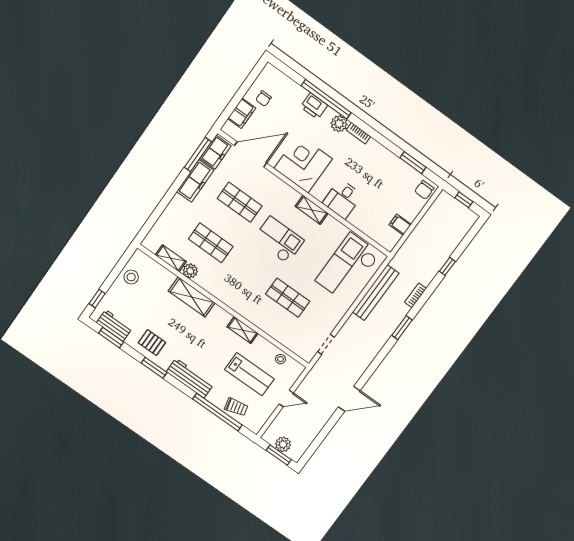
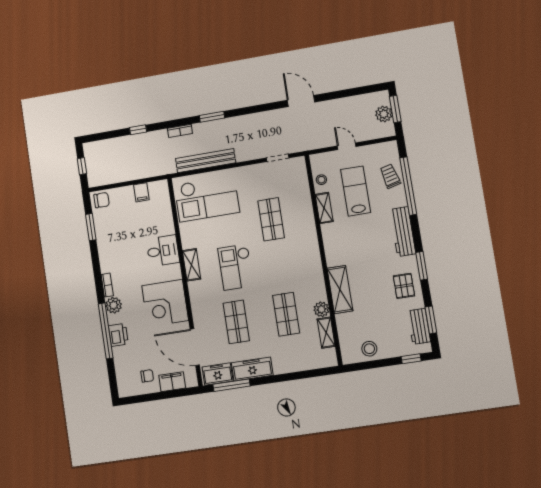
shelving: (243, 330) -> (324, 208), moved

